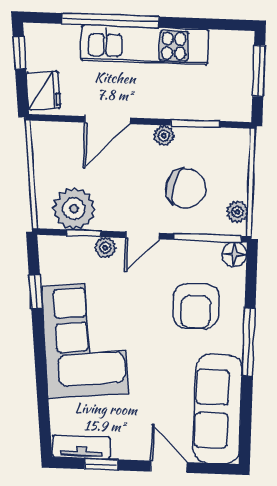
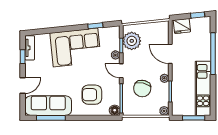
kitchen unit: (145, 45) -> (203, 88), moved
plant: (237, 212) -> (164, 111), moved
window: (249, 342) -> (51, 118), moved

